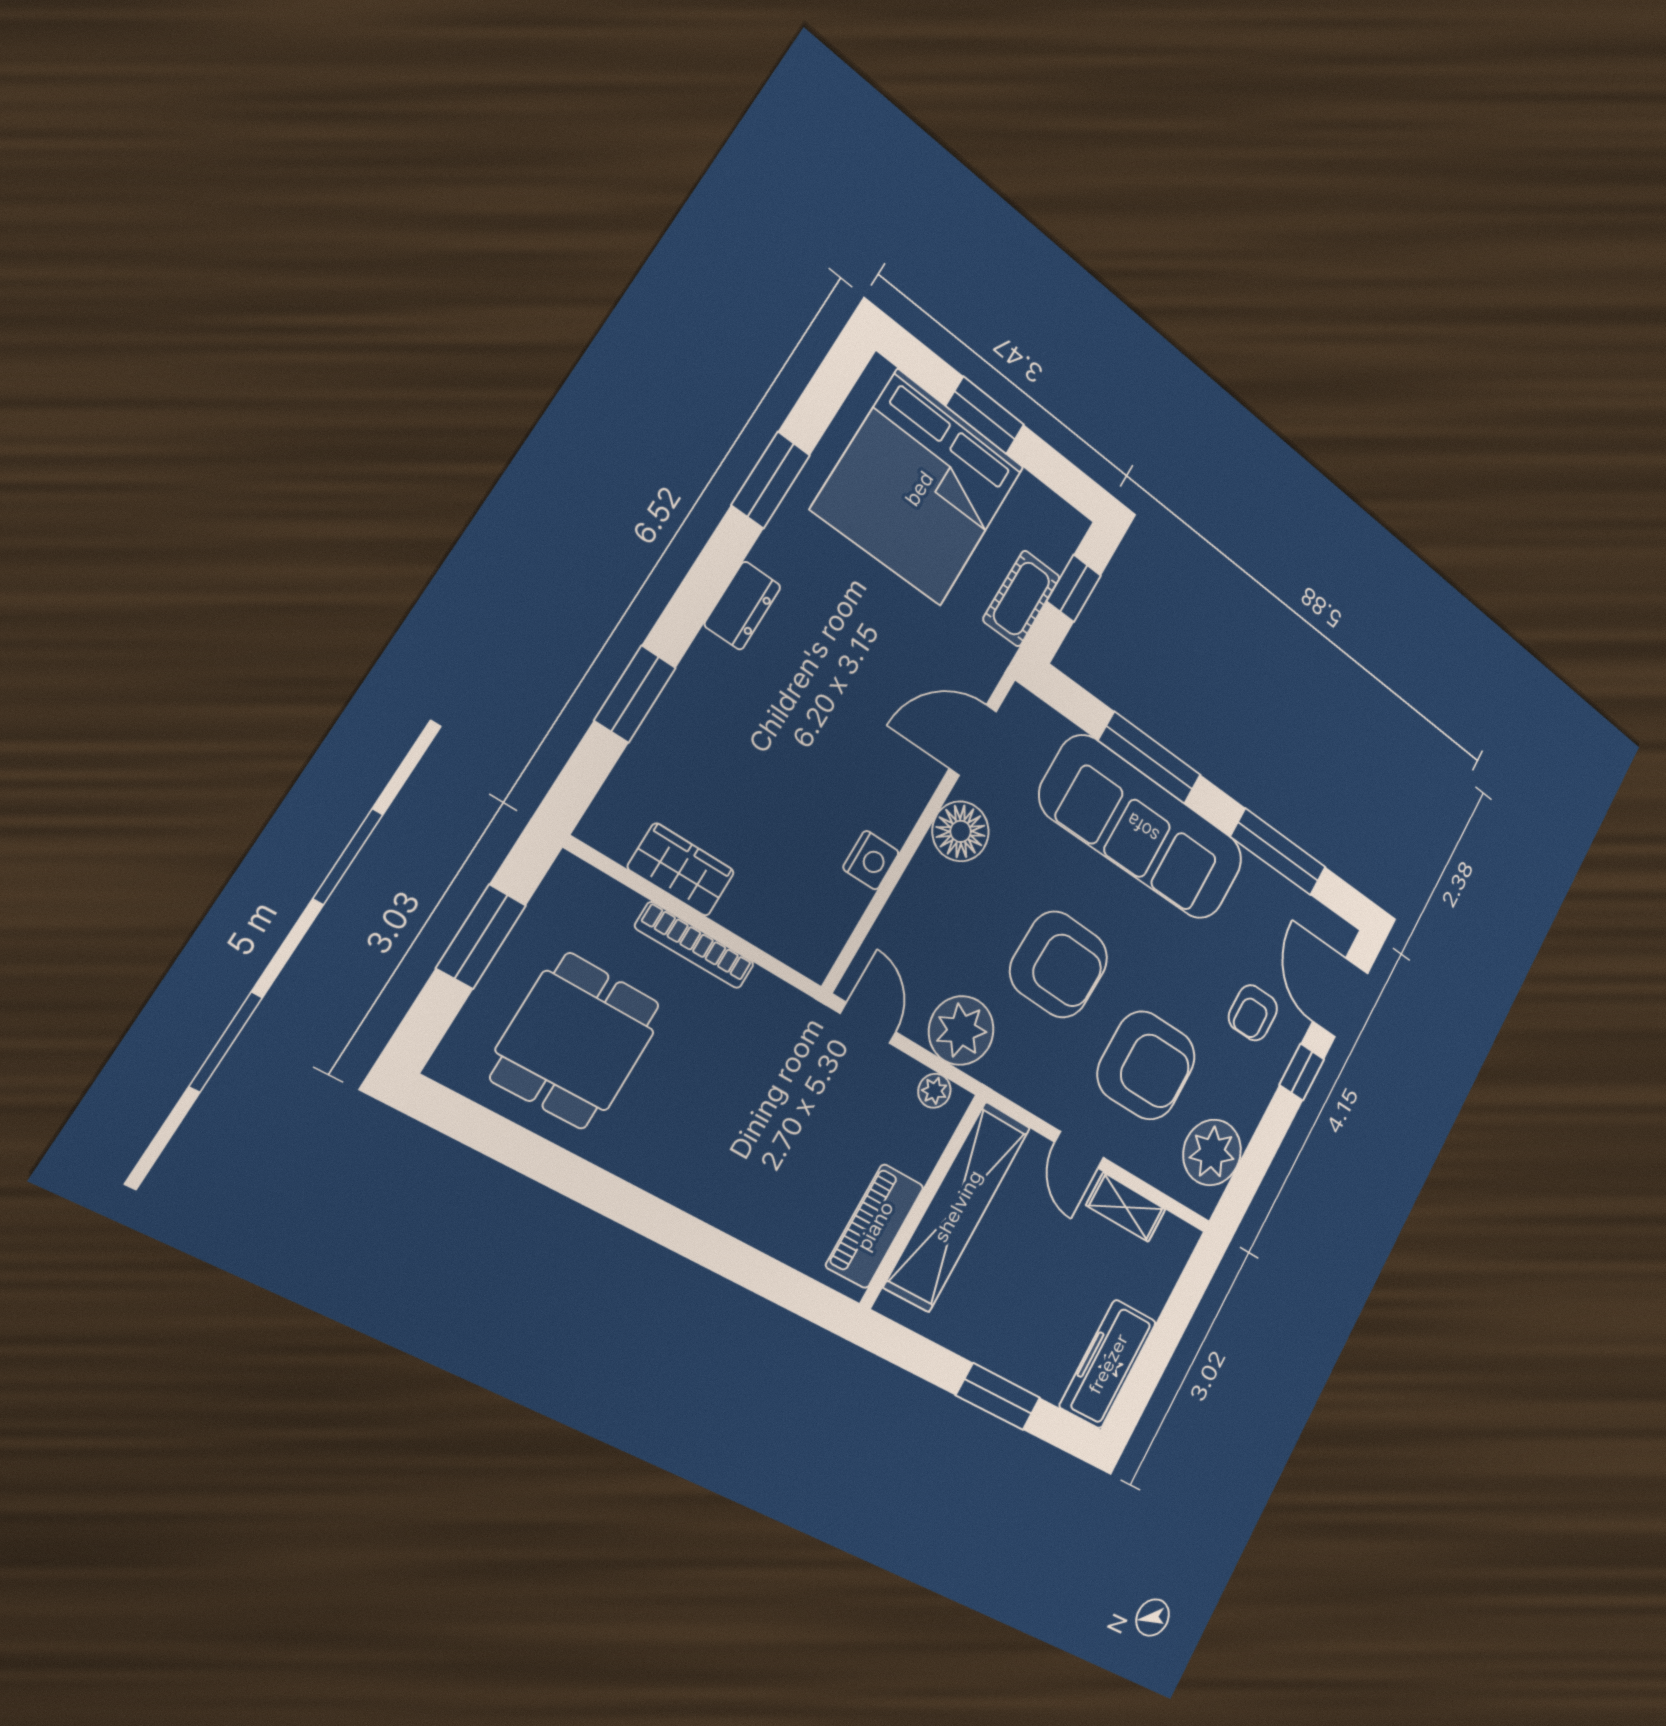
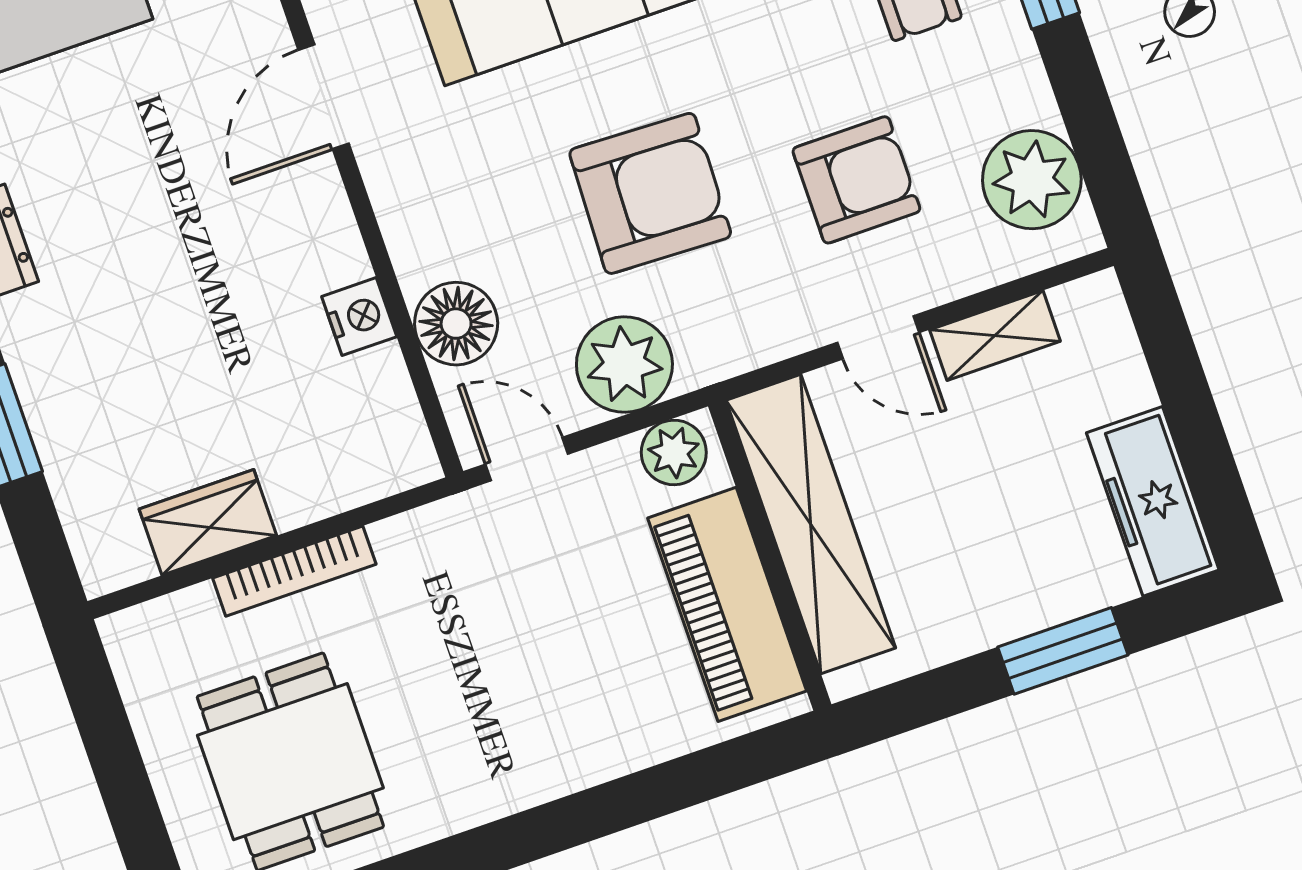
floor lamp: (961, 831) -> (456, 324), moved
window: (481, 937) -> (117, 764), removed
armchair: (1146, 1065) -> (856, 180), width x0.73, depth x0.73
plant: (934, 1091) -> (674, 452), width x1.38, depth x1.38
piano: (875, 1226) -> (727, 604), width x1.37, depth x1.33

